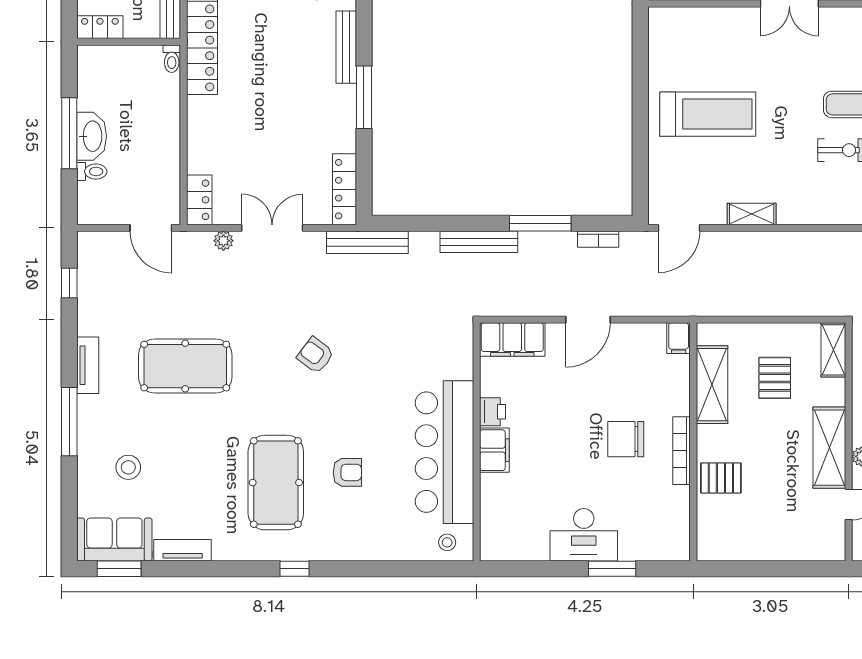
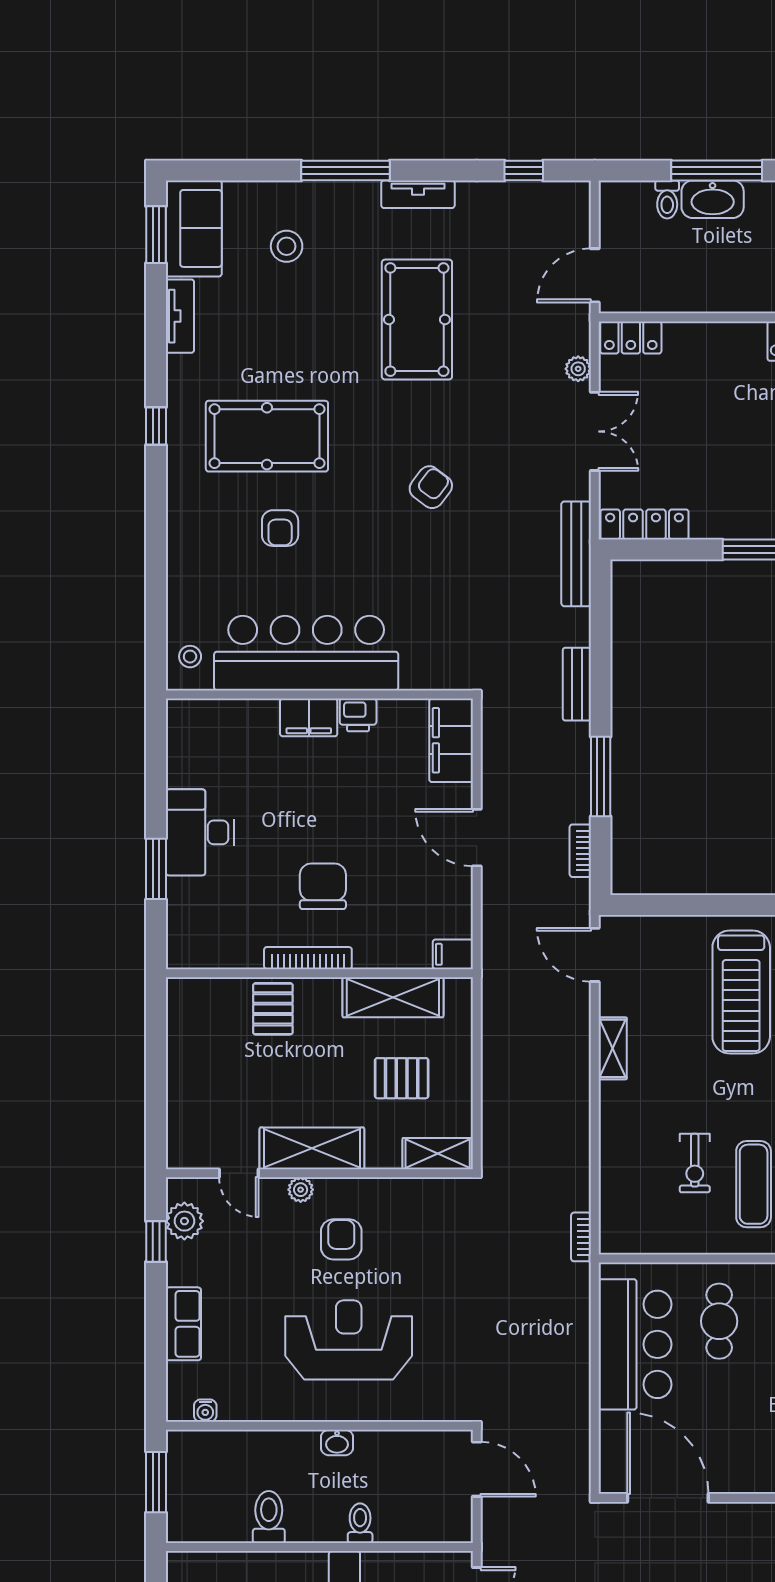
bench: (479, 242) -> (577, 684), width x0.73
window: (294, 569) -> (156, 426), moved

